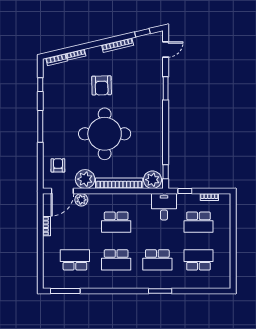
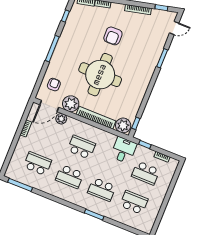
school desk: (116, 222) -> (81, 147), turned 180

